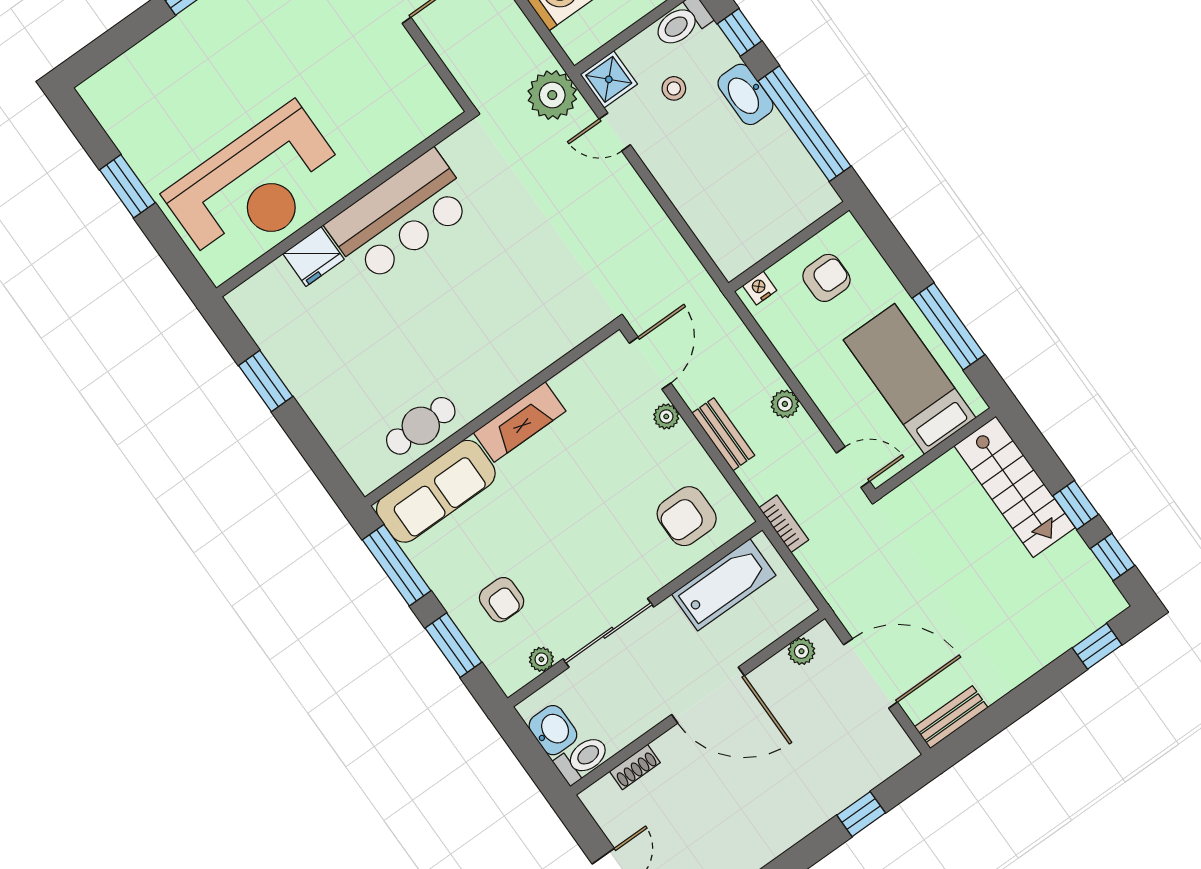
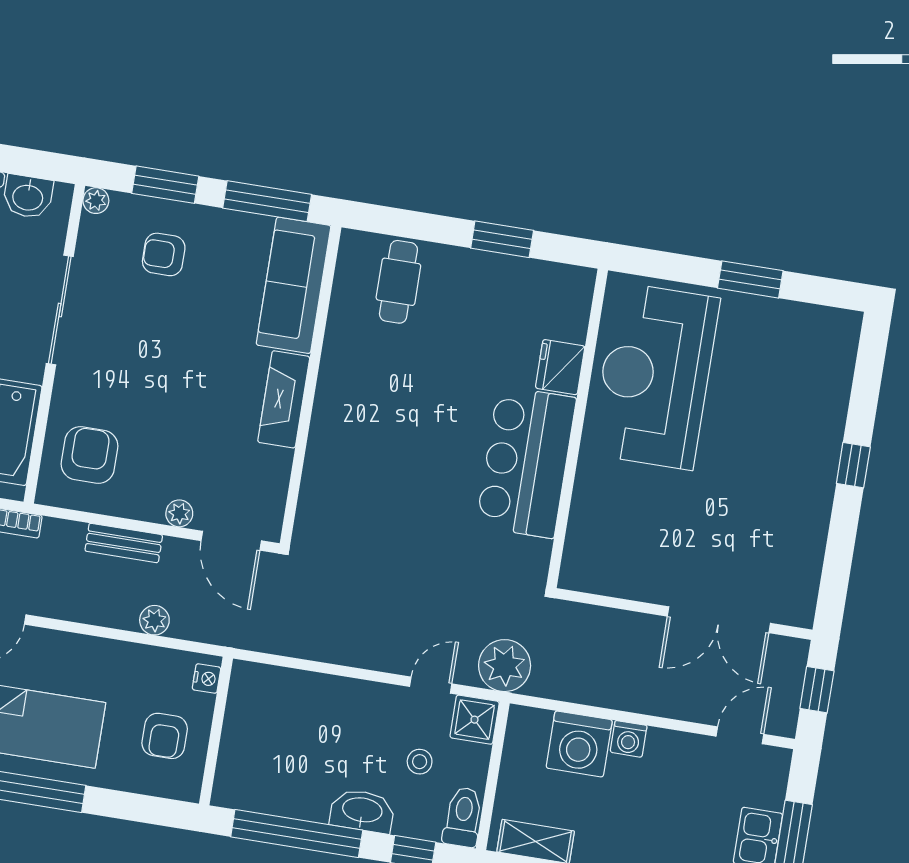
plant: (785, 404) -> (154, 620), moved
cafe table: (421, 426) -> (398, 282), moved
plant: (541, 659) -> (96, 201), moved

